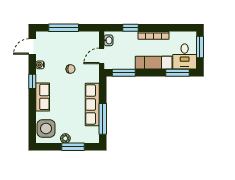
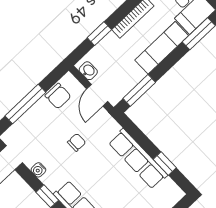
chair: (83, 39) -> (58, 96), added
window: (103, 119) -> (165, 164), width x0.46

